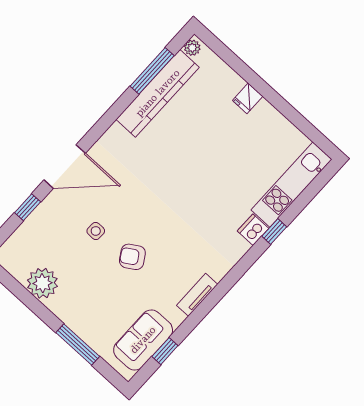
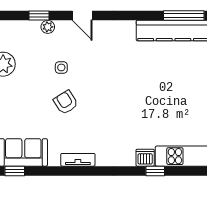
door: (65, 167) -> (82, 15), width x0.53
plant: (46, 209) -> (48, 27), added
window: (165, 351) -> (15, 171), moved

